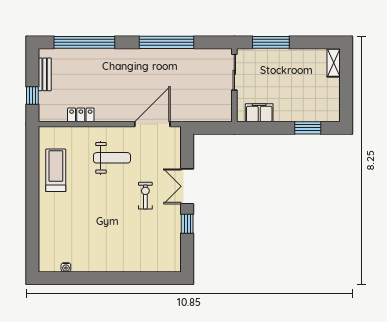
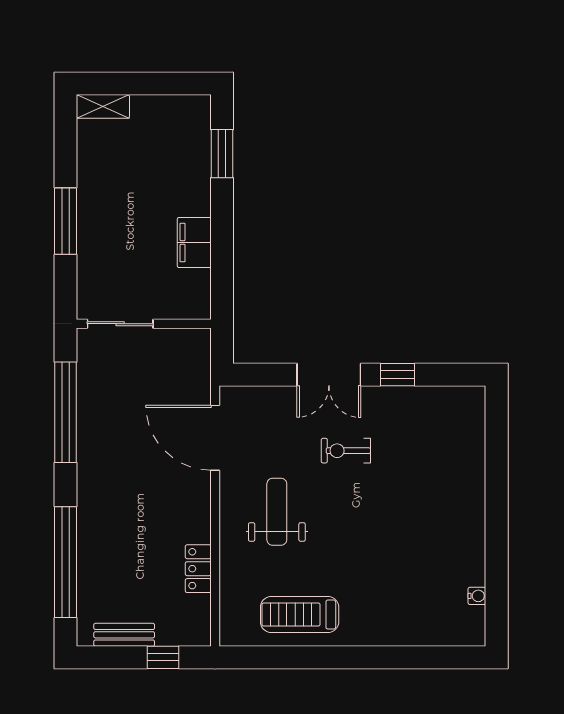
sliding door: (234, 72) -> (120, 324), moved
wall: (234, 85) -> (144, 324), moved

